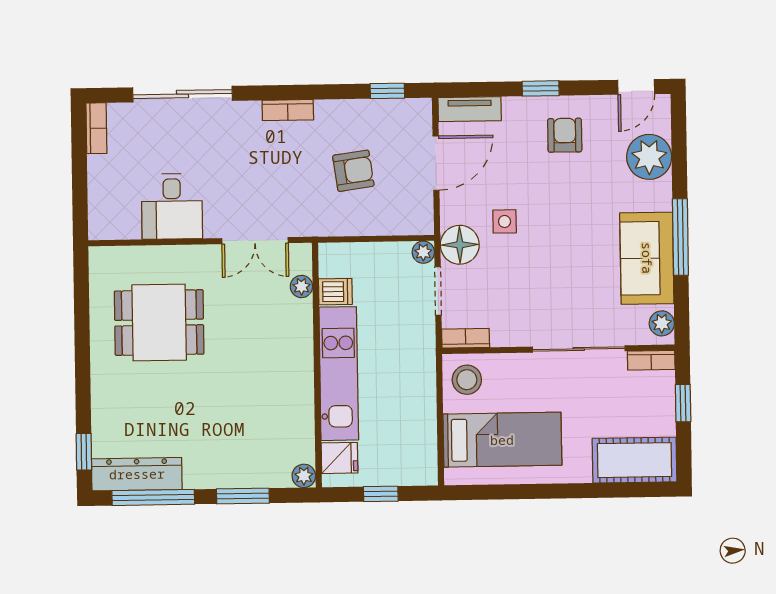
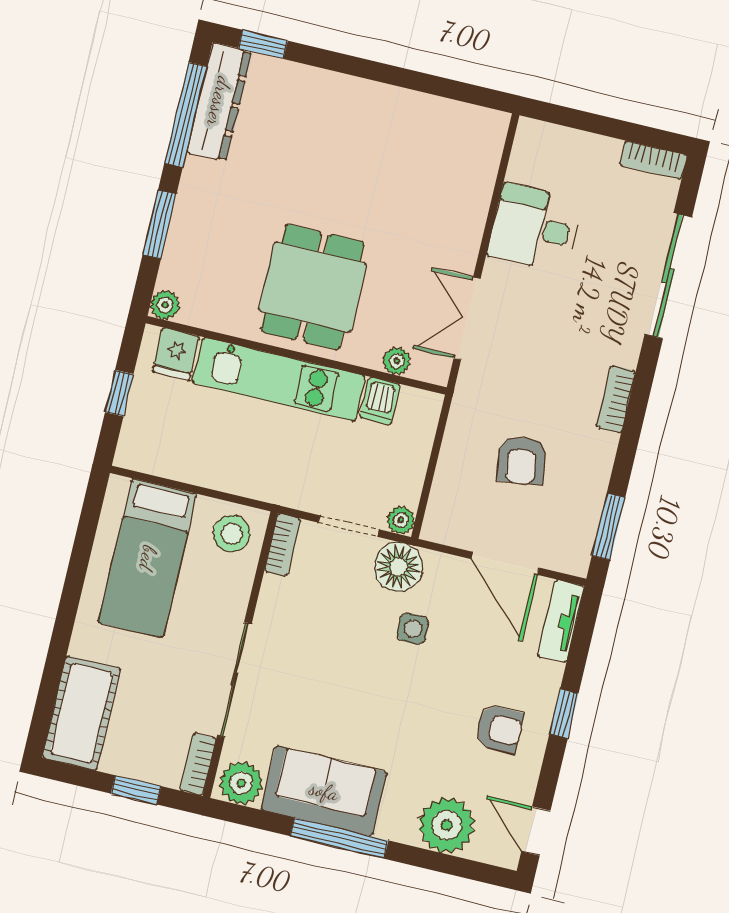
window: (387, 91) -> (609, 526), width x1.50
dining table: (159, 323) -> (313, 287), moved
plant: (662, 323) -> (241, 783), width x1.38, depth x1.38

